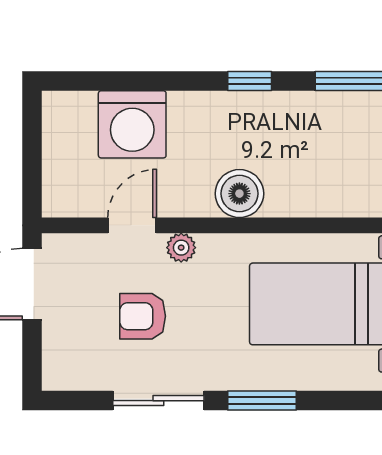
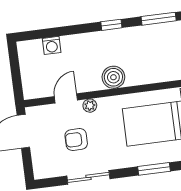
washing machine: (132, 124) -> (52, 45), width x0.53, depth x0.53
window: (262, 401) -> (154, 169), moved

